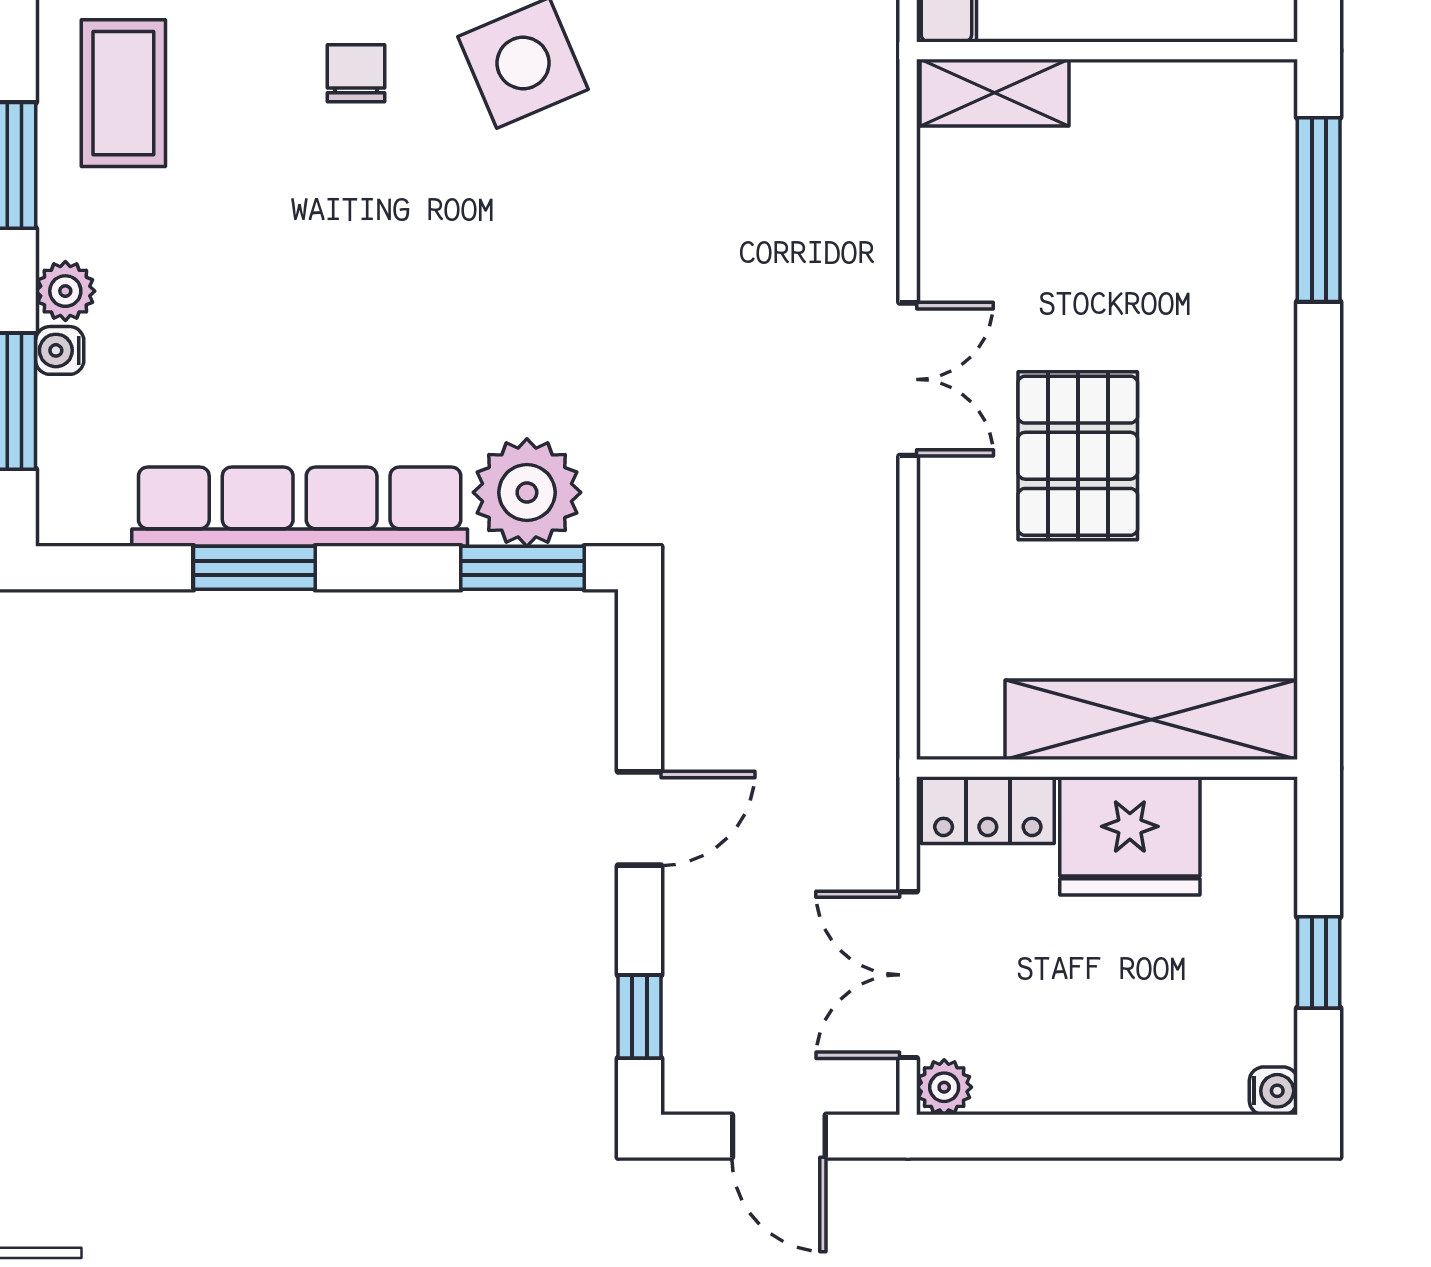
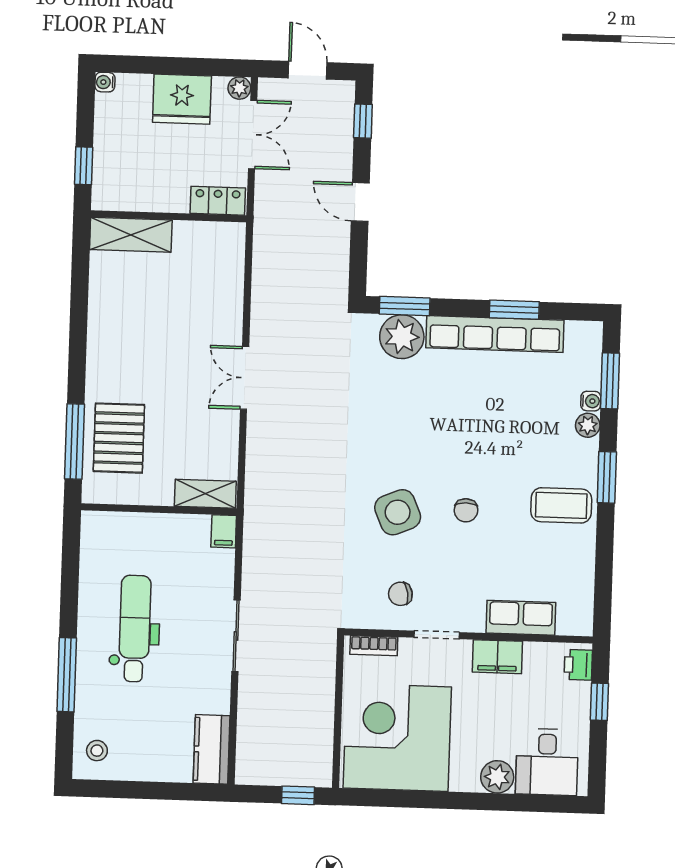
coffee table: (123, 93) -> (561, 505), turned 90
pallet: (1078, 456) -> (119, 438), moved
shelving: (1151, 720) -> (131, 235), width x0.68
door: (640, 818) -> (360, 202), hinge flipped
fridge: (1130, 836) -> (182, 99), moved, turned 180
window: (1319, 962) -> (84, 166), moved

